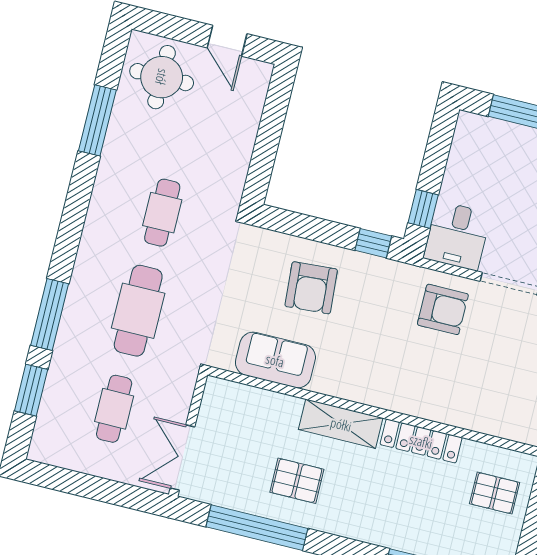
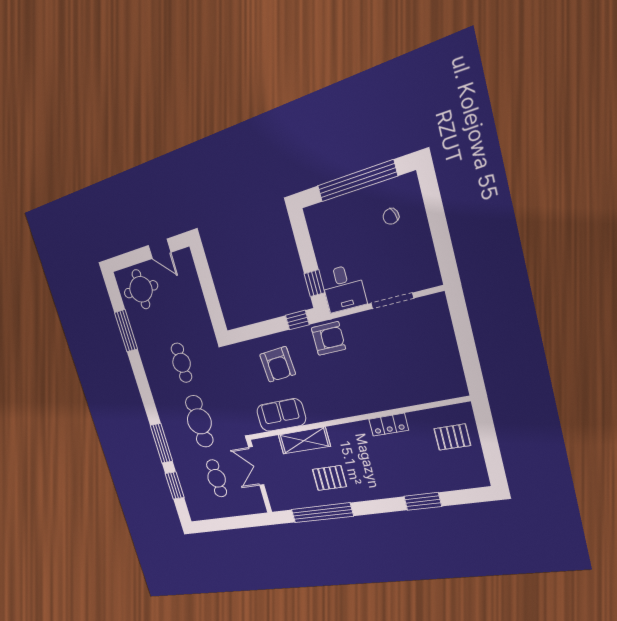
armchair: (443, 309) -> (328, 338), moved
shelving: (341, 424) -> (304, 441), moved
locker: (421, 441) -> (389, 425), width x0.66
double door: (183, 457) -> (256, 466), moved

